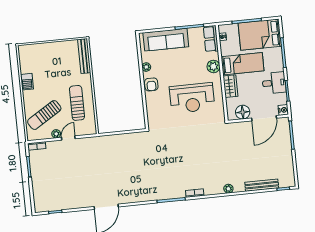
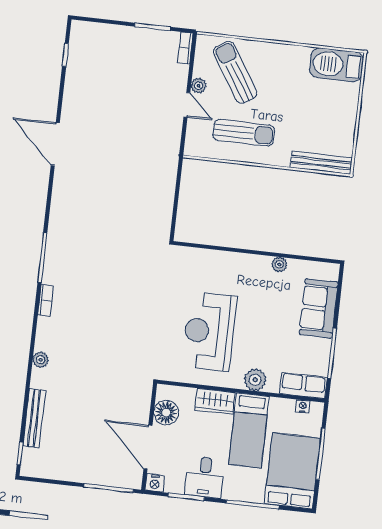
sofa: (166, 40) -> (319, 308), width x0.73
barbecue: (27, 82) -> (337, 65), moved, width x1.88, depth x1.53
armchair: (151, 84) -> (248, 267), removed

